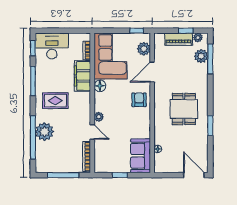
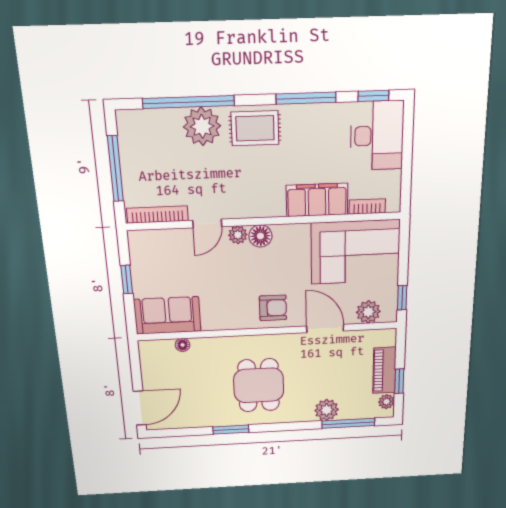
plant: (201, 56) -> (327, 410), moved
floor lamp: (100, 86) -> (260, 236), moved
rug: (55, 101) -> (255, 128), moved, turned 90
dining table: (184, 109) -> (259, 385), turned 90

